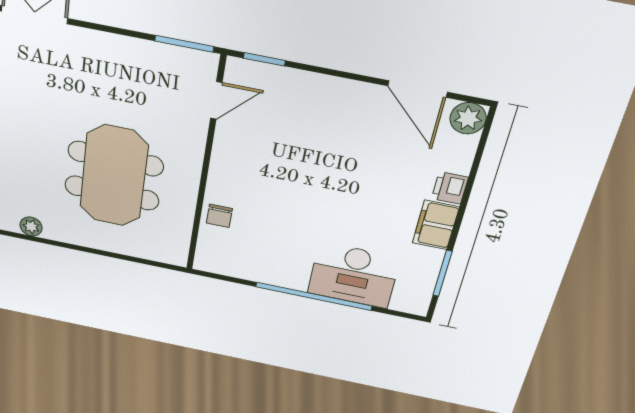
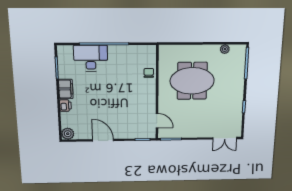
door: (417, 89) -> (103, 140), moved
door: (216, 100) -> (157, 121), swing flipped
meeting table: (114, 176) -> (192, 81), turned 90

